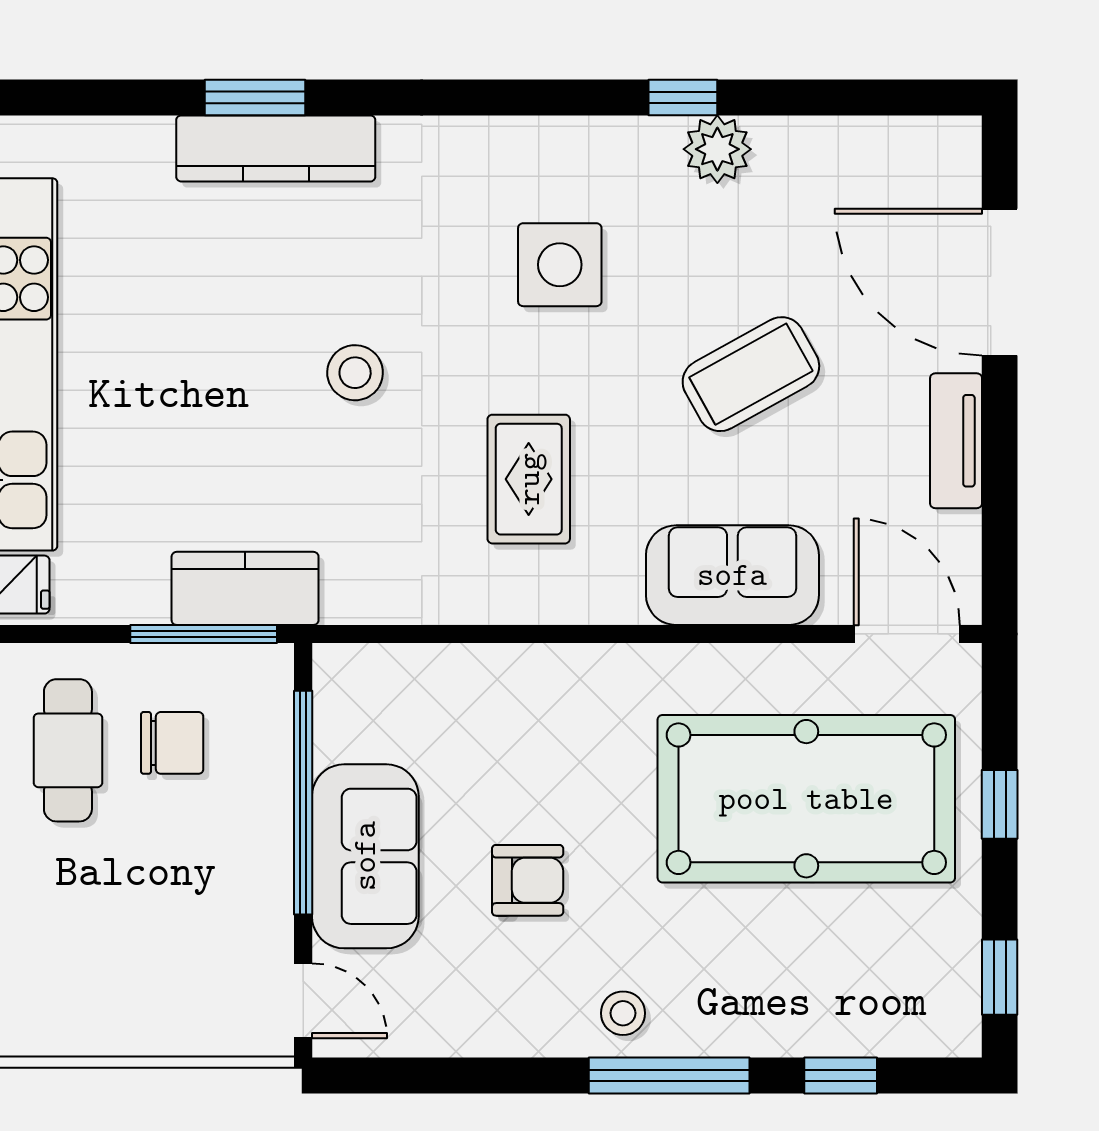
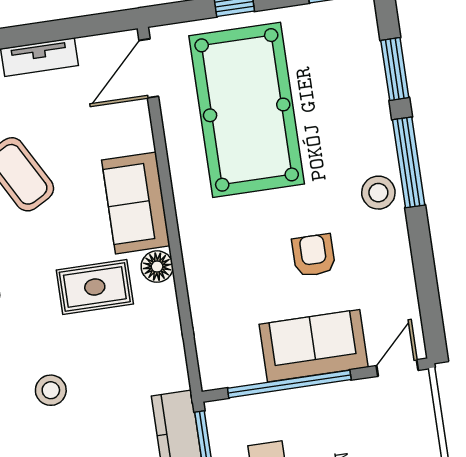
sofa: (732, 575) -> (136, 203), moved
floor lamp: (549, 596) -> (157, 267), added
stool: (623, 1013) -> (378, 193), width x1.37, depth x1.37
window: (841, 1076) -> (395, 69), width x1.50

